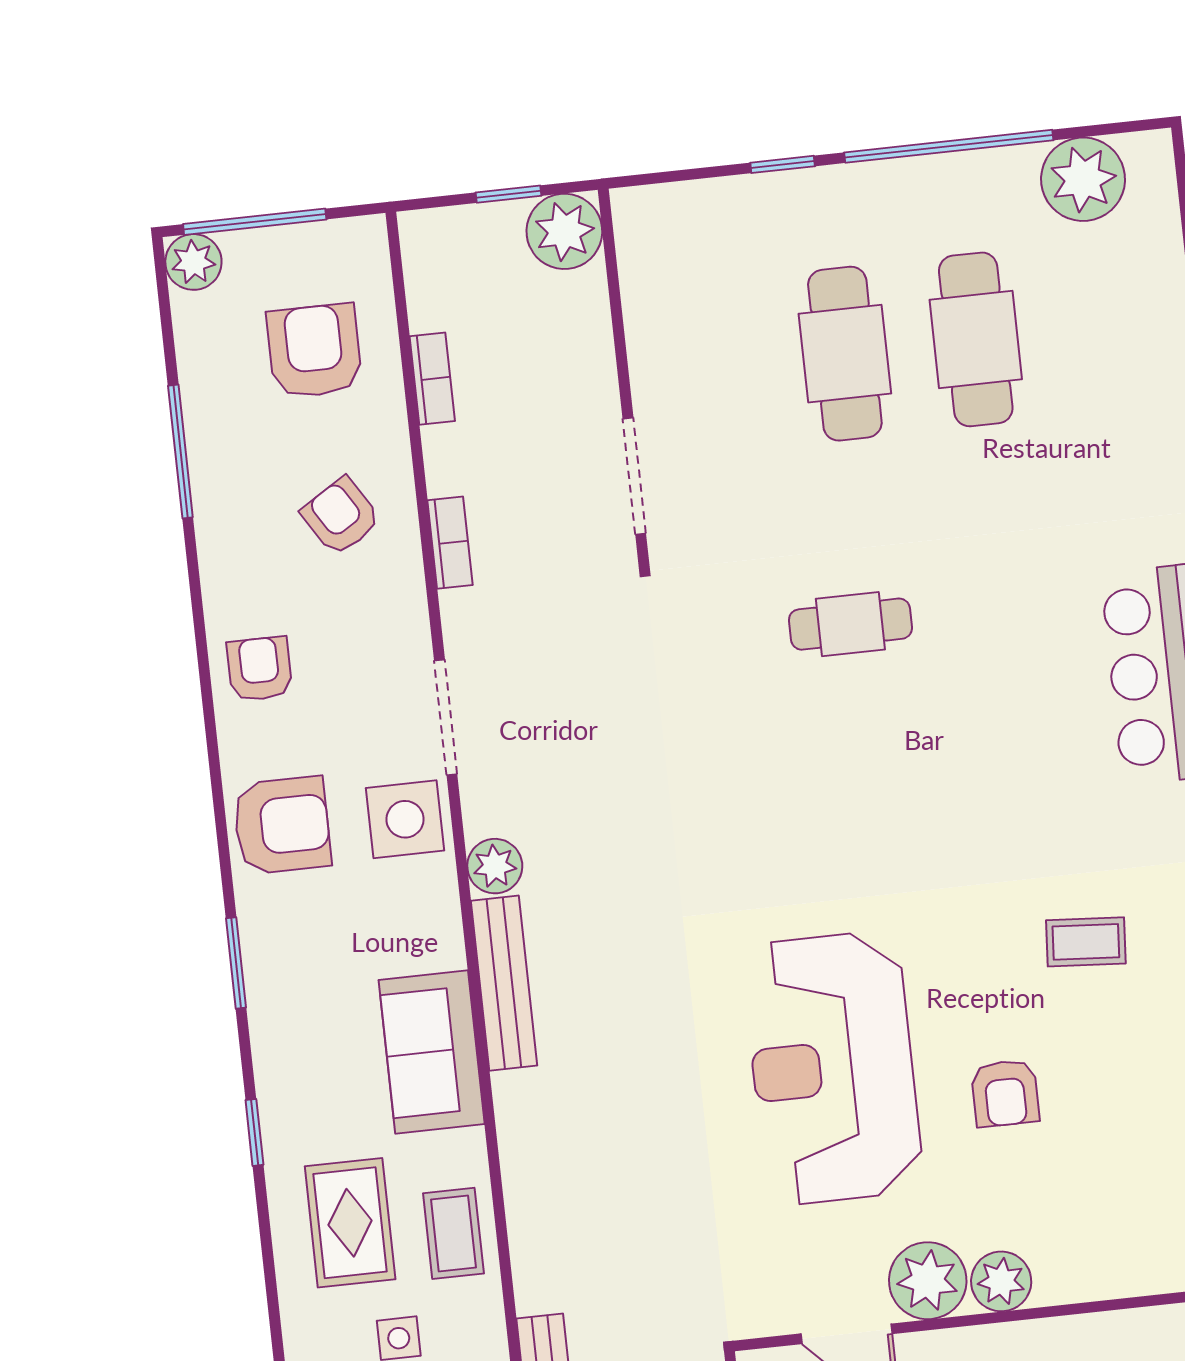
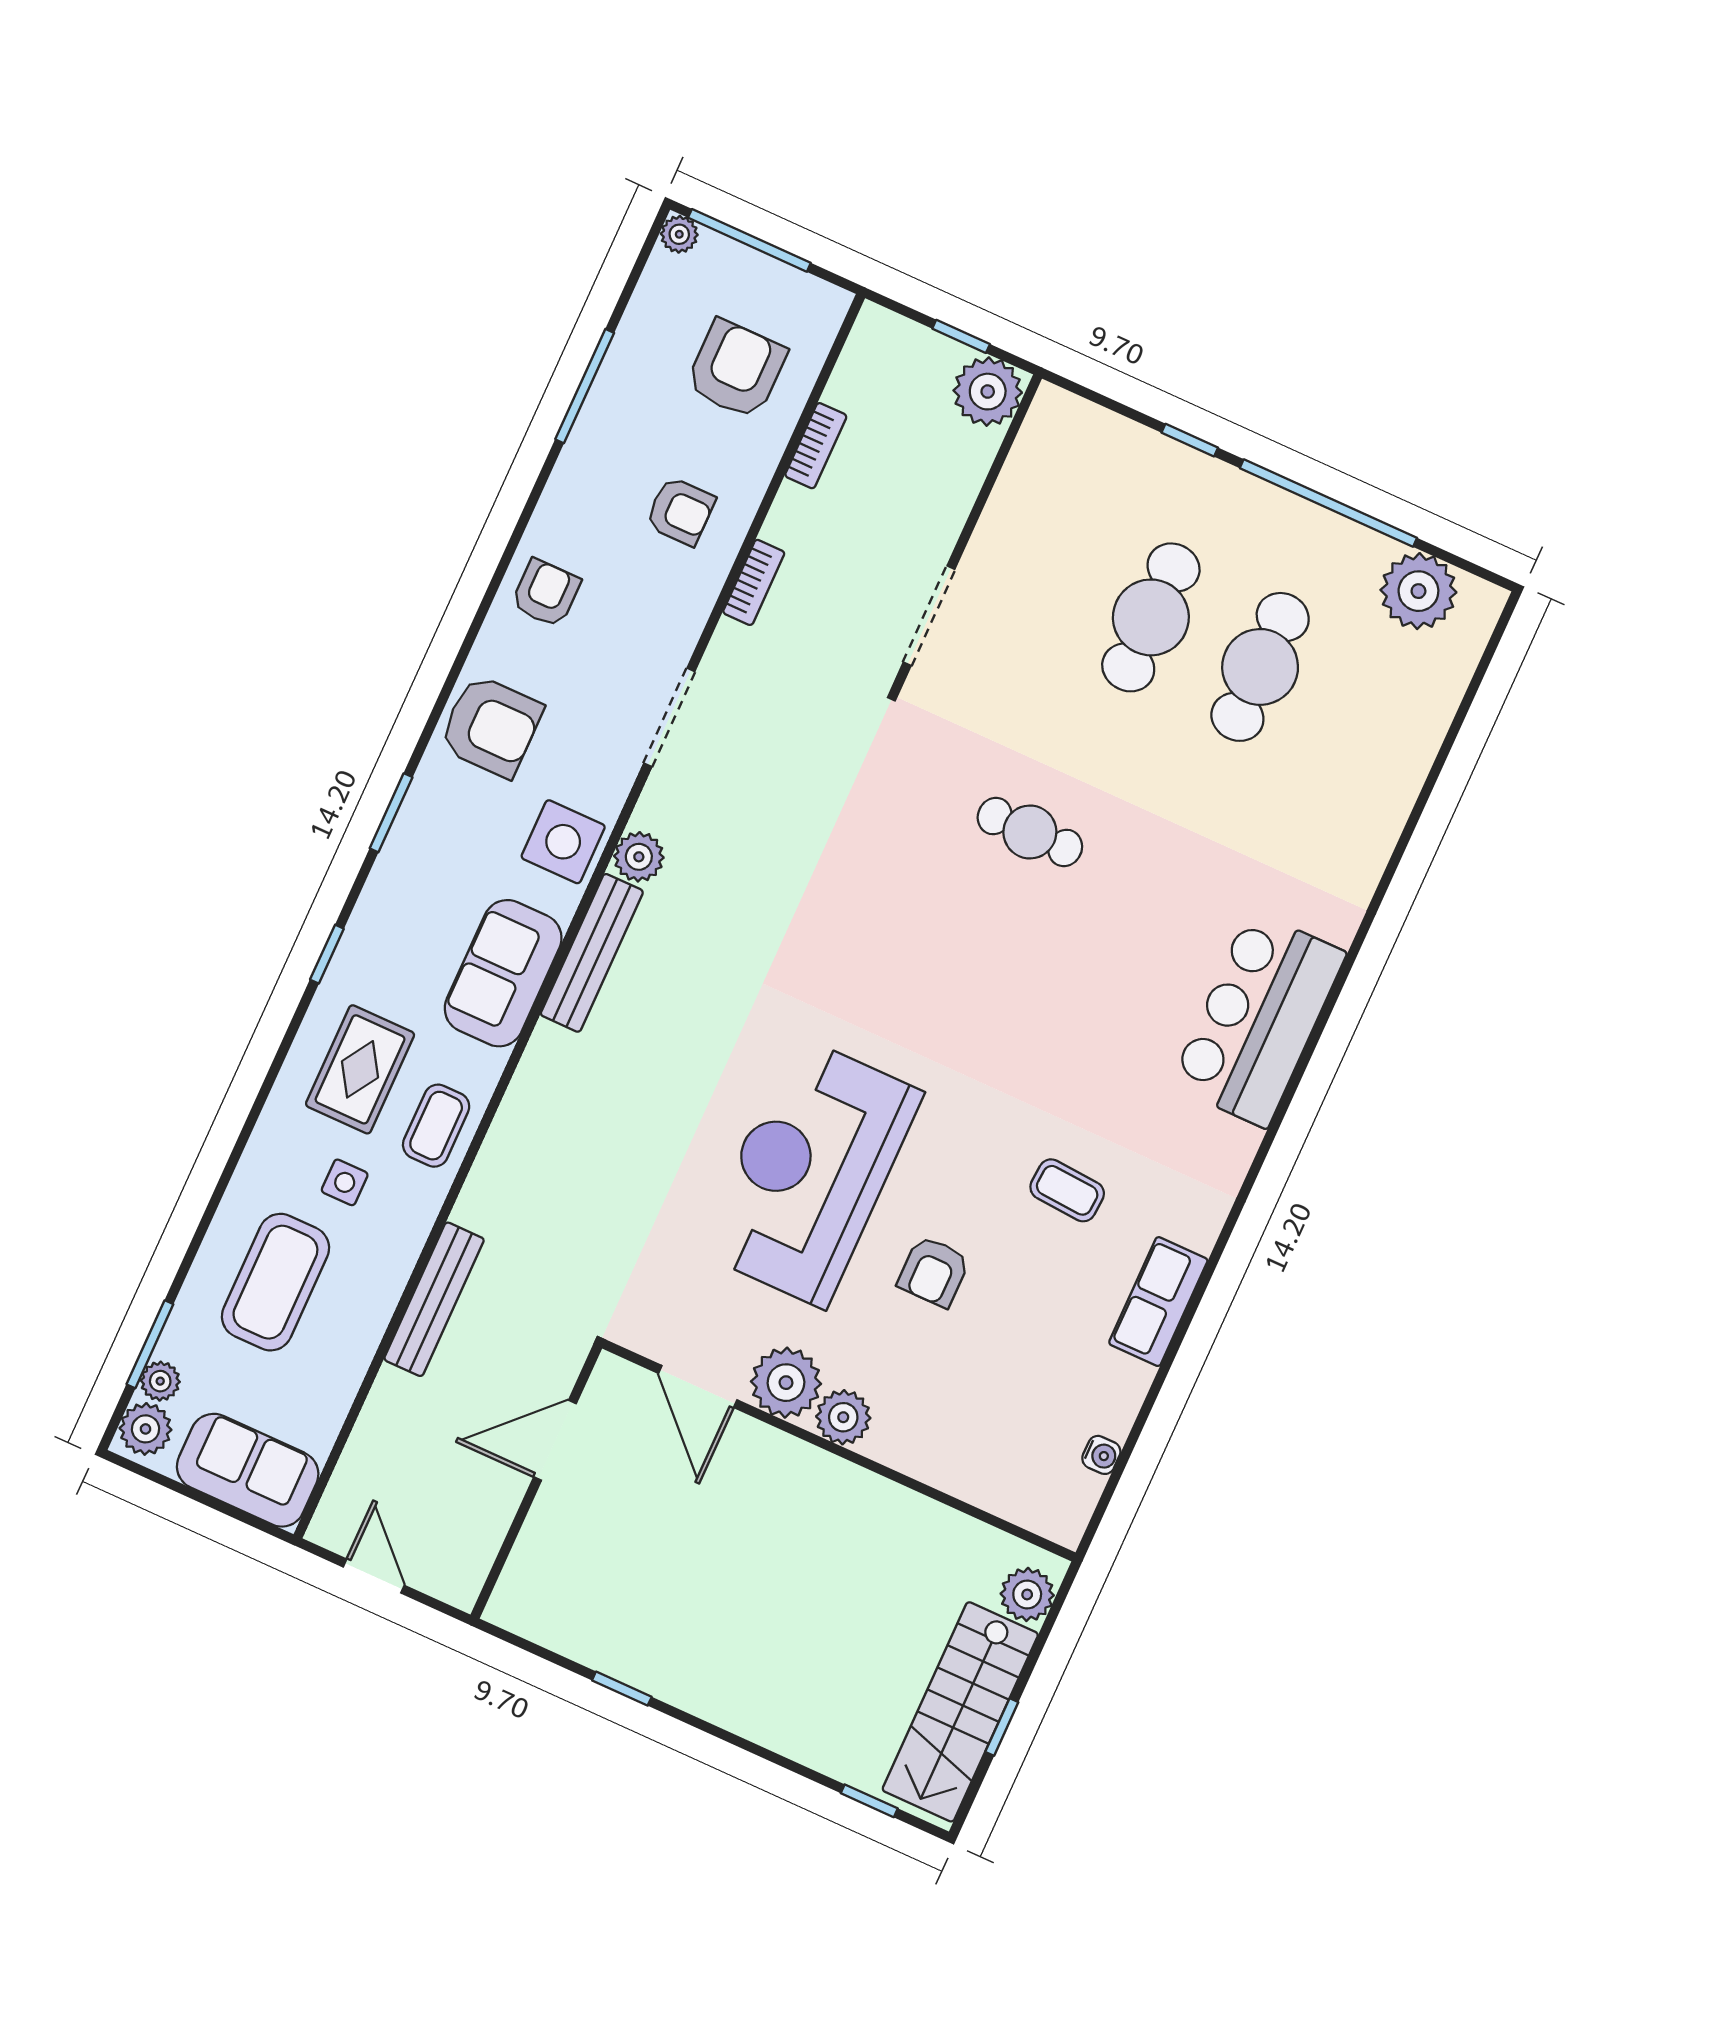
plant: (193, 262) -> (679, 234), width x0.73, depth x0.73
armchair: (341, 516) -> (680, 511), turned 122
side table: (405, 819) -> (563, 842), moved

